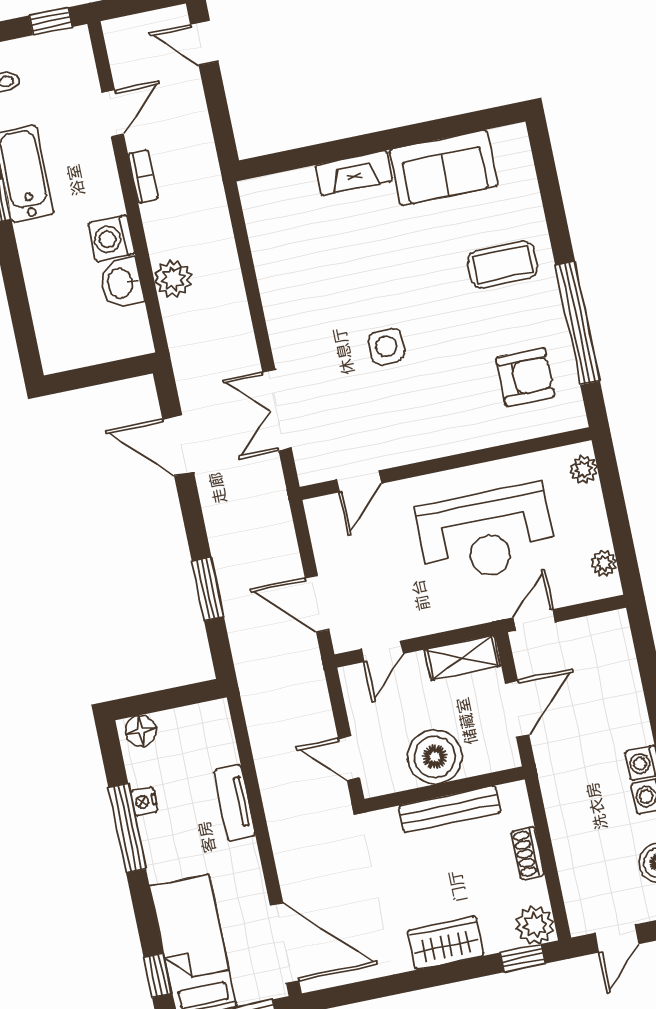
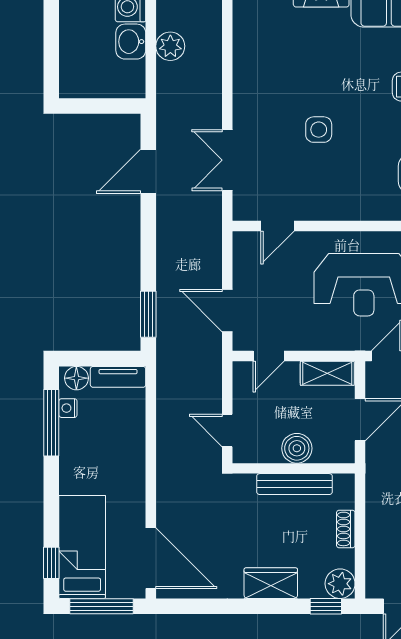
door: (178, 445) -> (148, 171), hinge flipped
window: (208, 589) -> (148, 314), moved
boiler: (435, 757) -> (297, 448), width x0.73, depth x0.73
nightstand: (144, 801) -> (68, 408), moved
tv unit: (234, 803) -> (118, 377), moved, turned -90
window: (127, 828) -> (51, 423), moved

